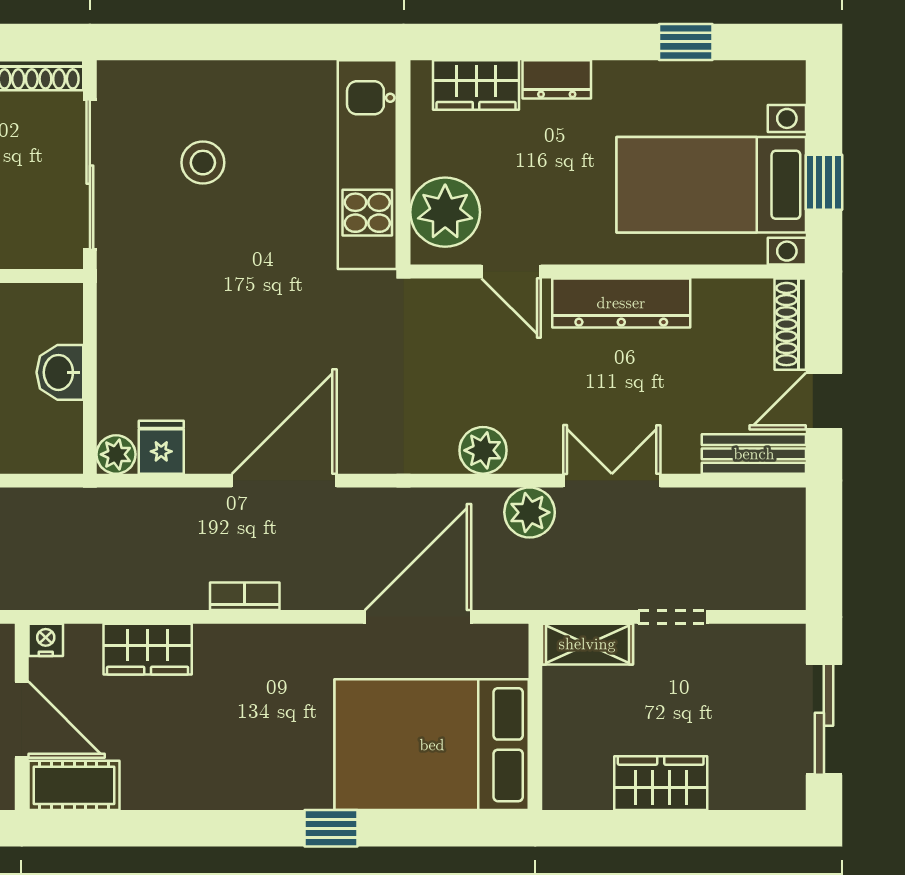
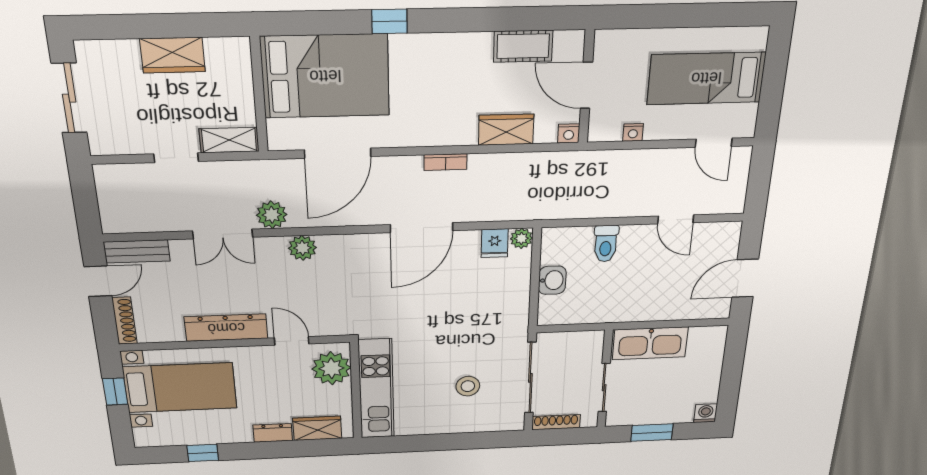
cot: (74, 785) -> (523, 46), moved

